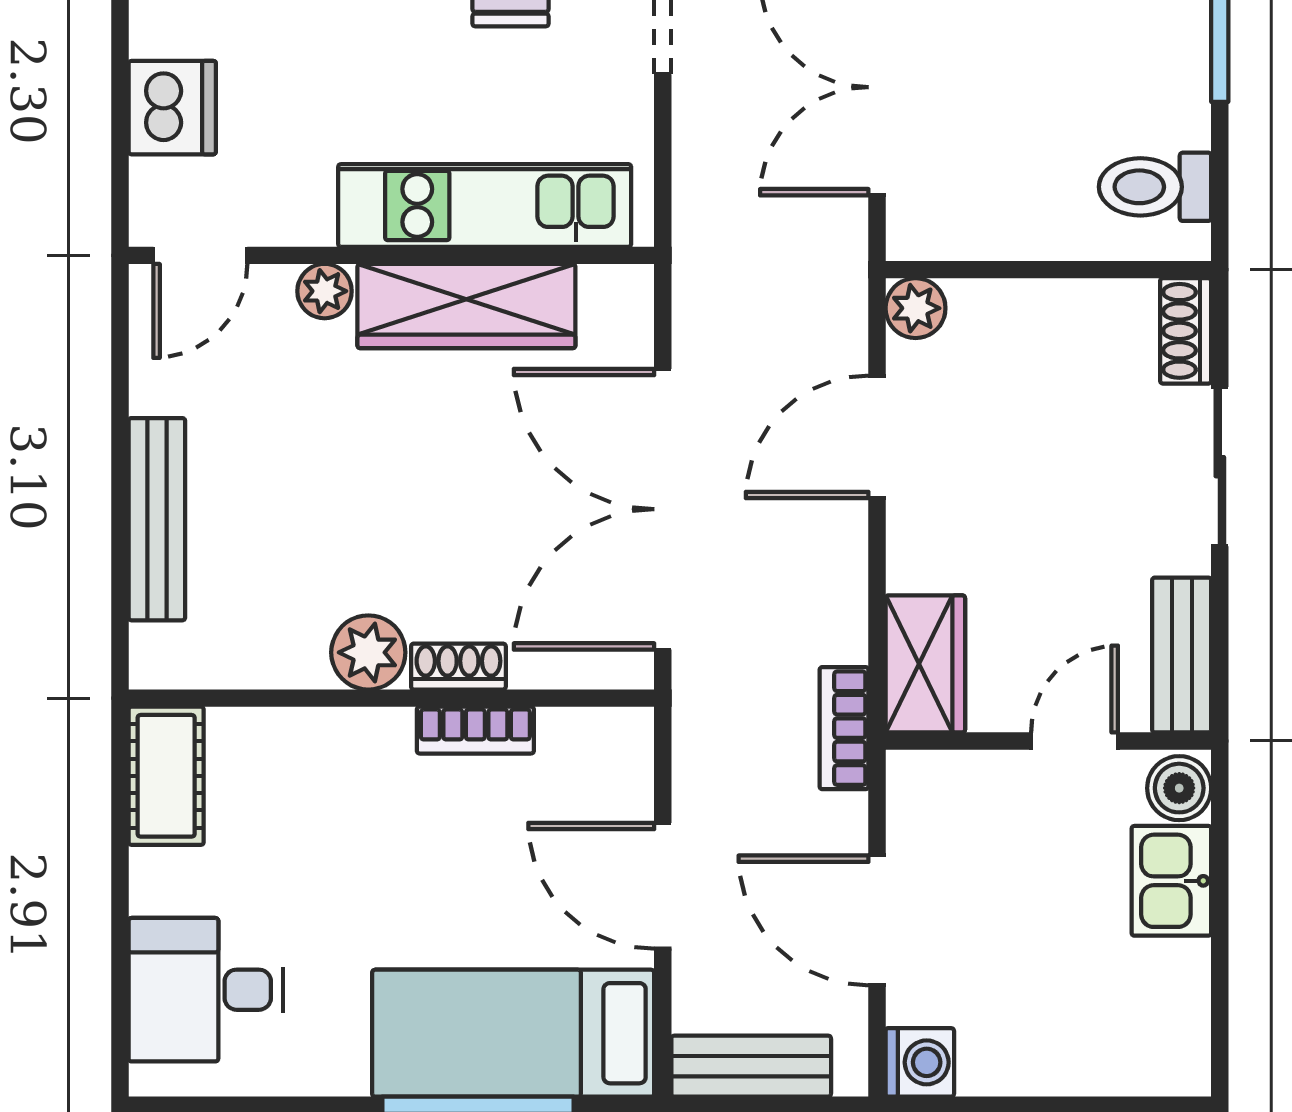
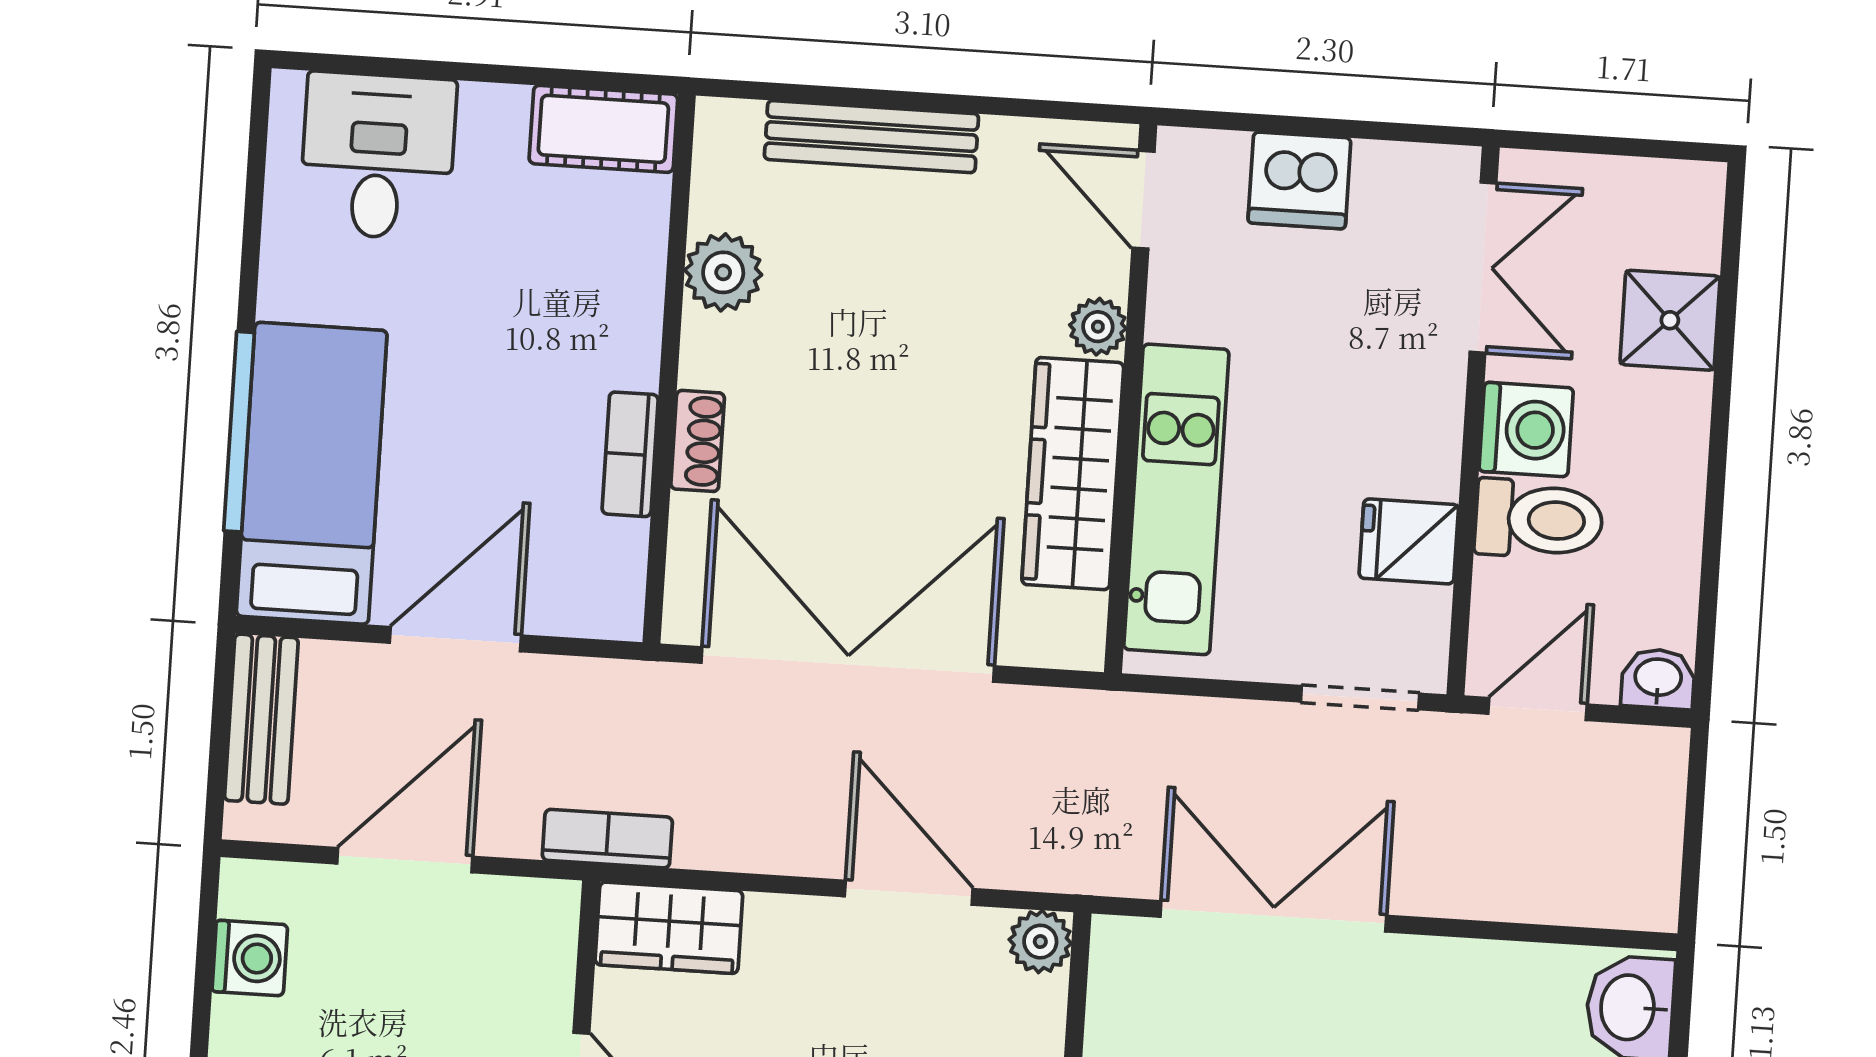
plant: (368, 652) -> (723, 272), moved
washing machine: (920, 1062) -> (250, 958), moved, turned -90

